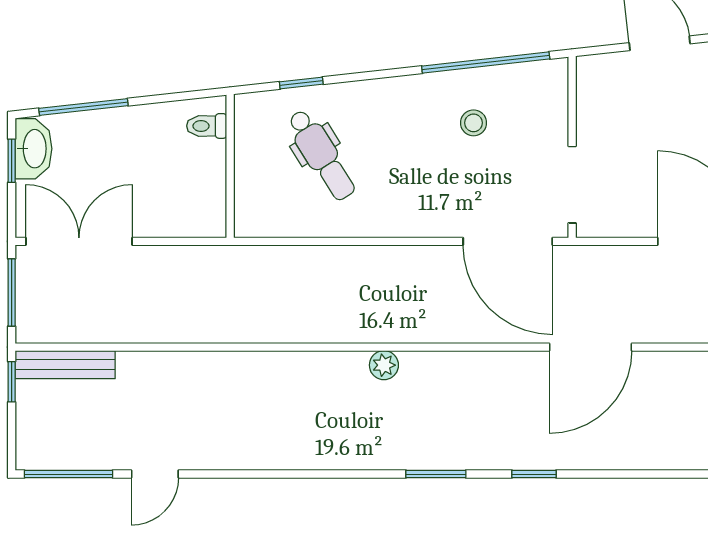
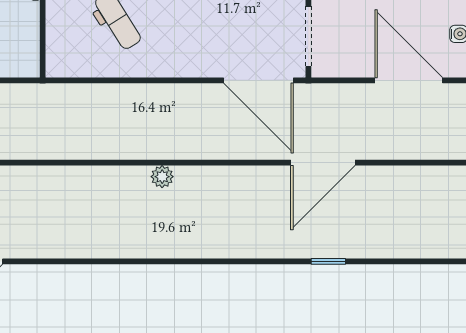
window: (436, 474) -> (203, 261), removed
window: (534, 474) -> (328, 261), moved

